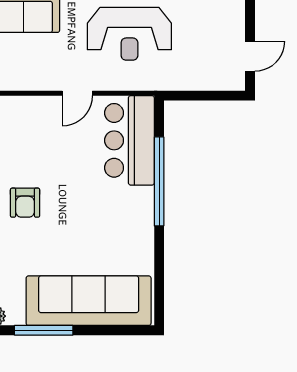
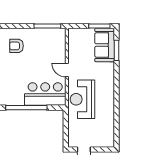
reception desk: (129, 34) -> (82, 99), moved

